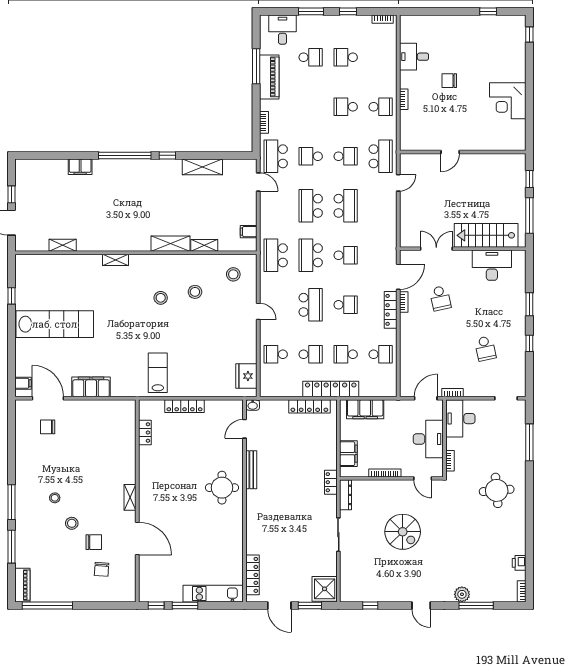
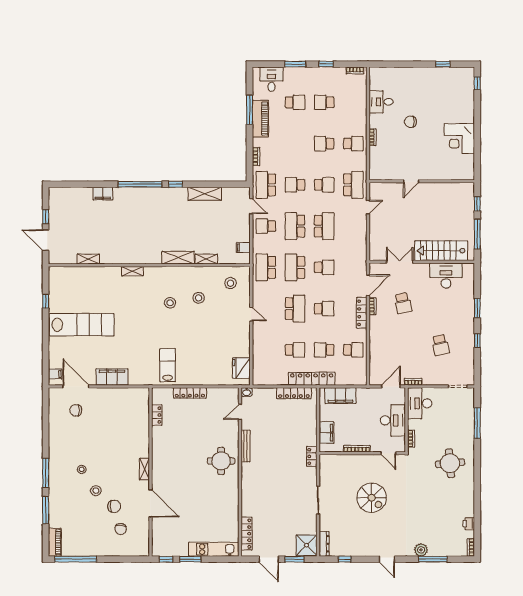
school desk: (276, 354) -> (266, 226), moved
dresser: (346, 495) -> (324, 544), moved

